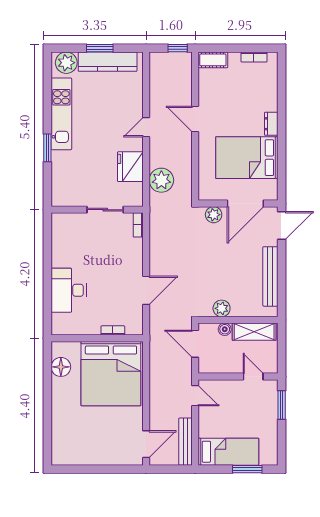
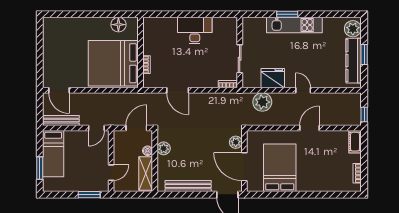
kitchen unit: (61, 114) -> (294, 25), moved
dresser: (271, 124) -> (306, 187), removed
desk: (69, 290) -> (195, 31), moved

